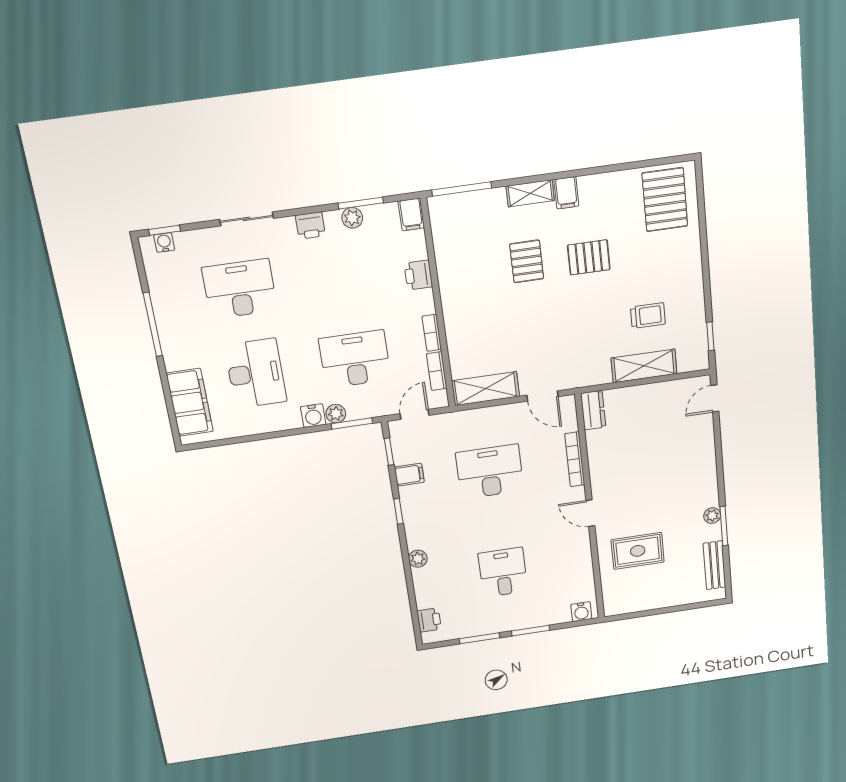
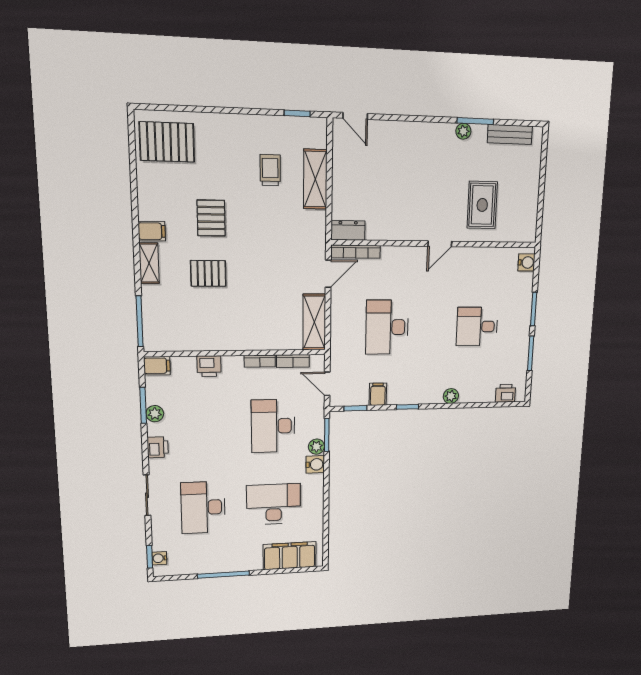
bookcase: (575, 459) -> (356, 252), moved

